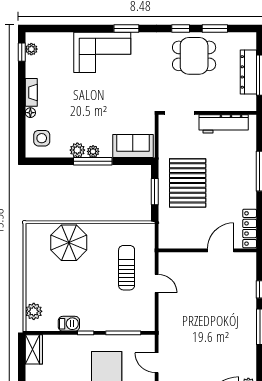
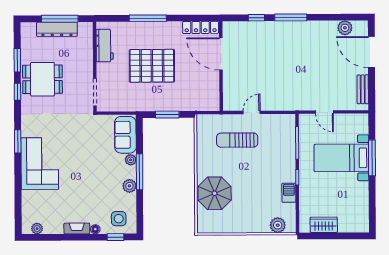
window: (22, 52) -> (116, 237), moved
dining table: (194, 56) -> (42, 79), turned 90
workbench: (224, 124) -> (105, 46), width x0.73
plant: (93, 151) -> (131, 160), moved
pallet: (188, 183) -> (152, 66), moved
door: (221, 250) -> (221, 54), width x1.36
wardrobe: (34, 349) -> (324, 225), moved
door: (157, 363) -> (324, 112), hinge flipped

